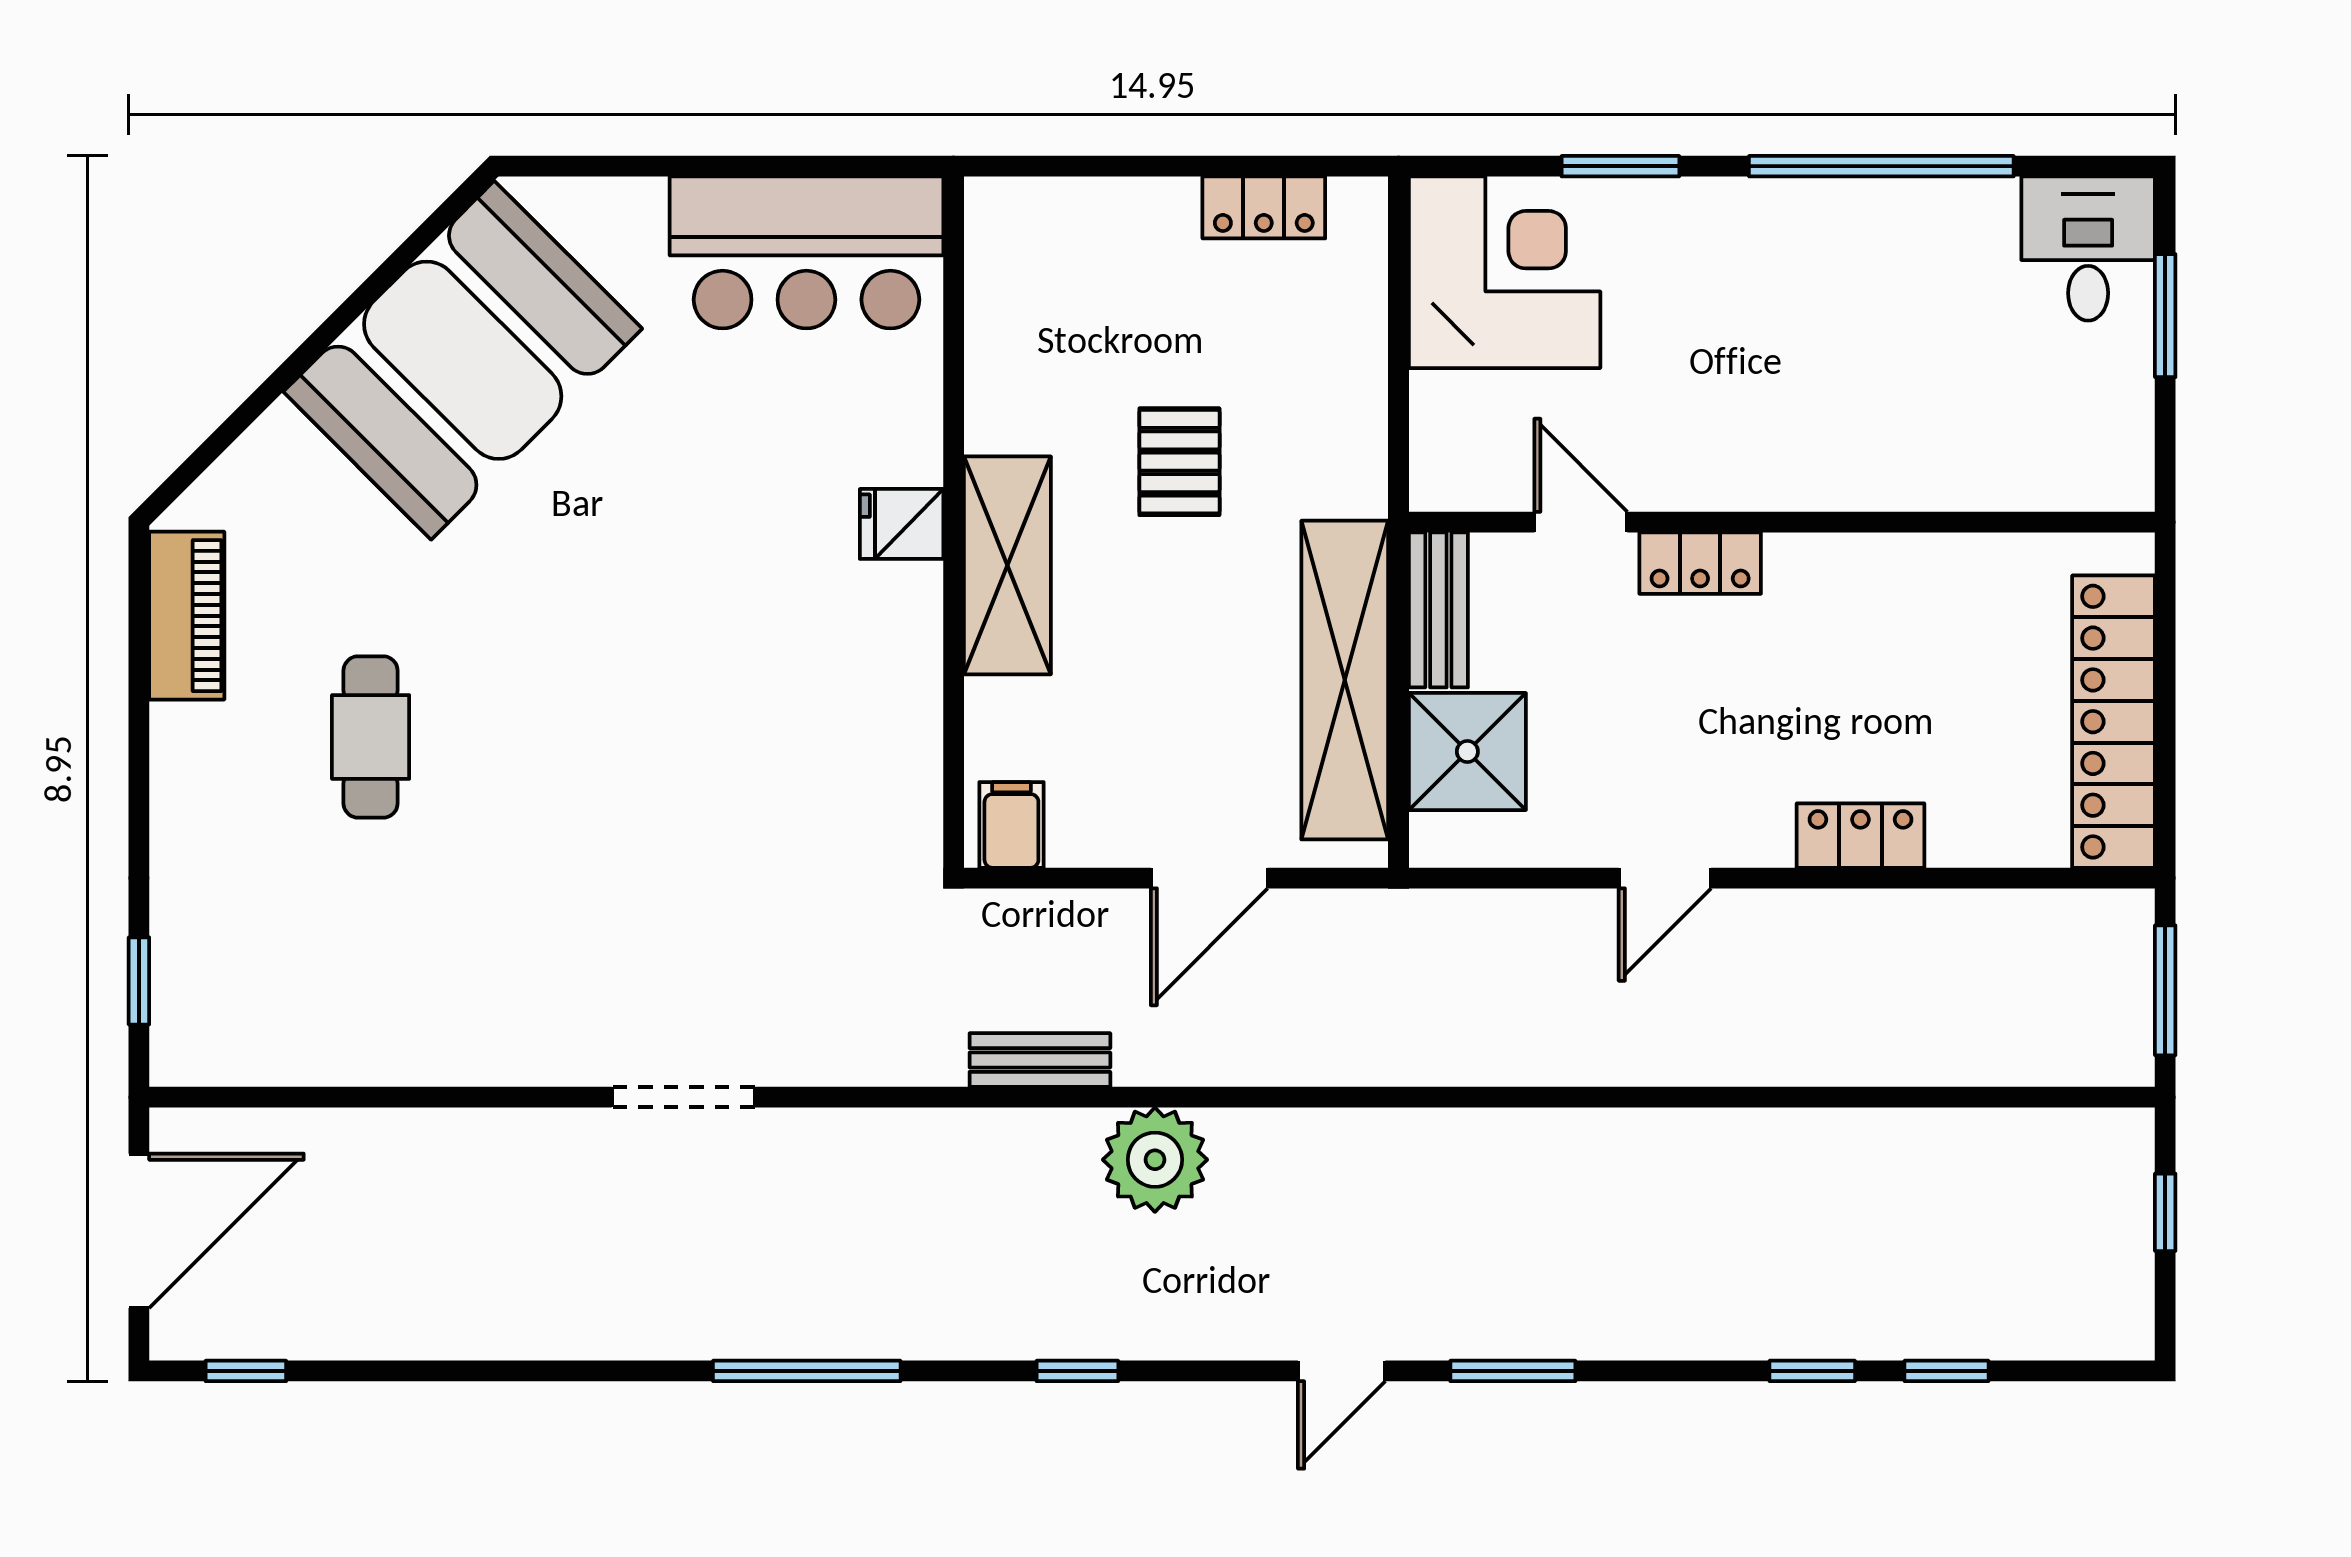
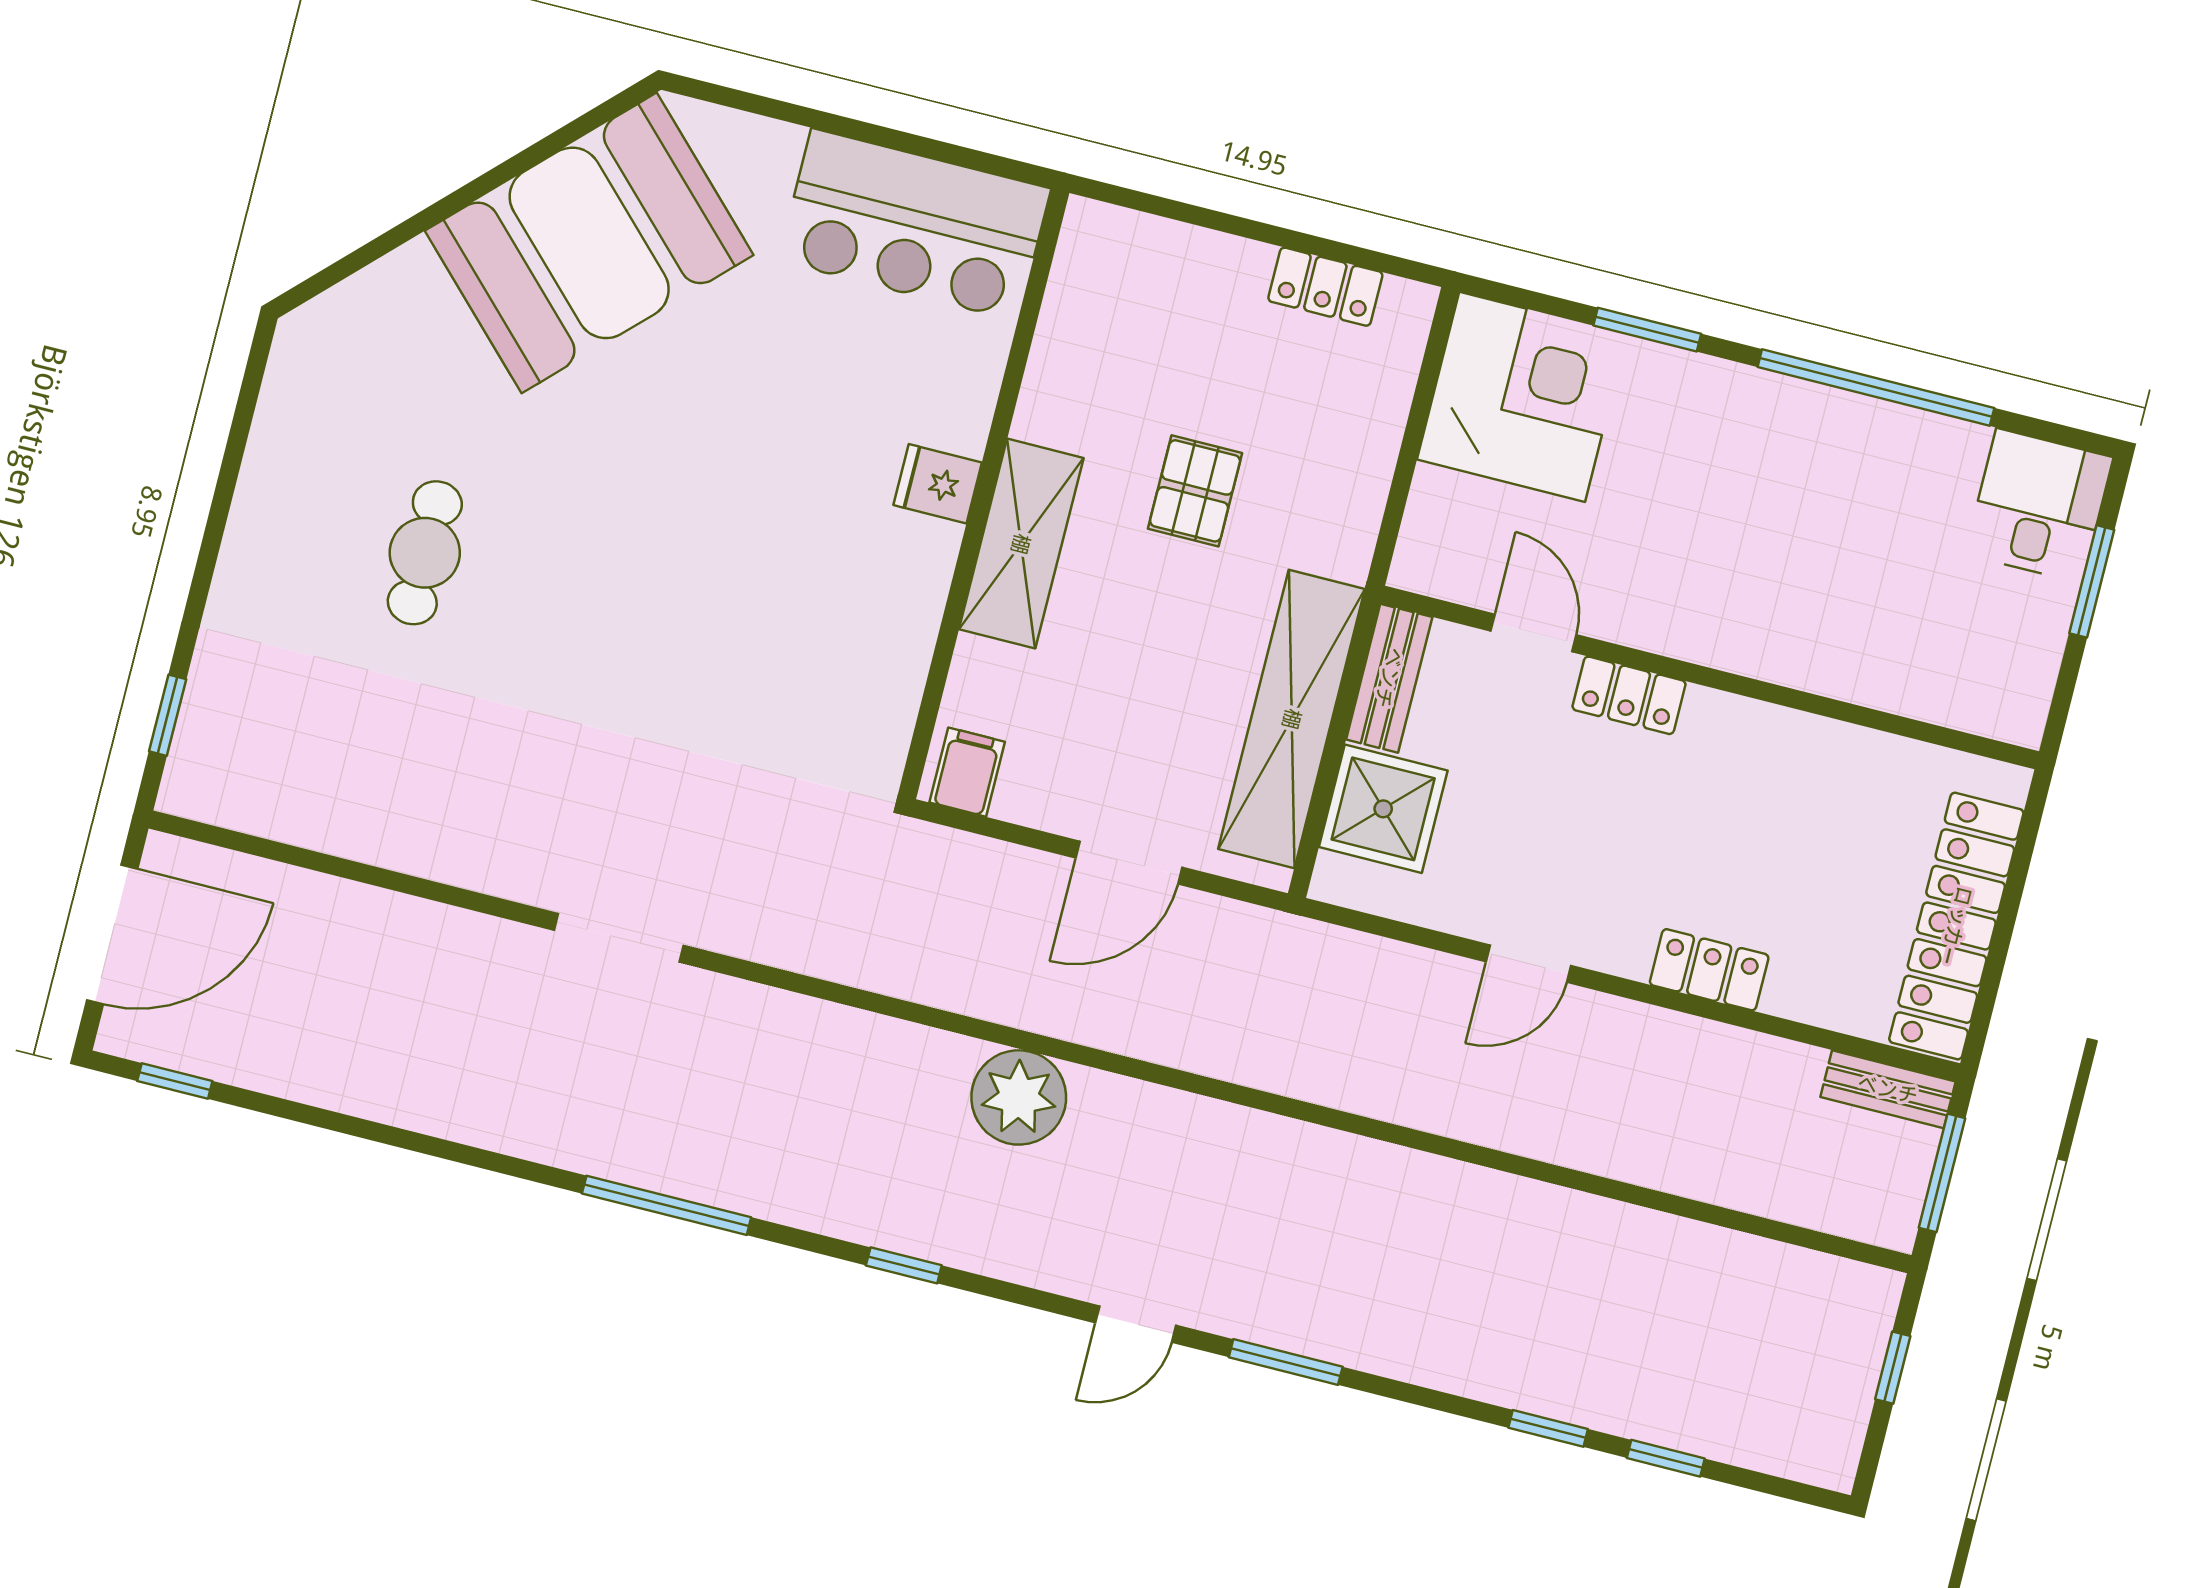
piano: (187, 616) -> (291, 406), removed
bench: (1040, 1060) -> (1888, 1089), moved

